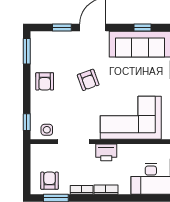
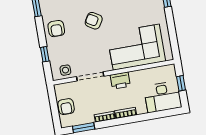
armchair: (88, 80) -> (94, 21), turned 141
window: (27, 122) -> (45, 54), moved
armchair: (50, 181) -> (66, 107), moved, turned 180

